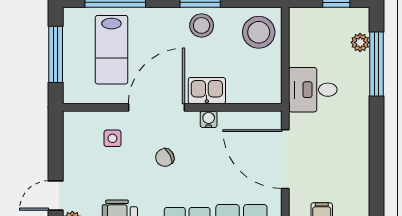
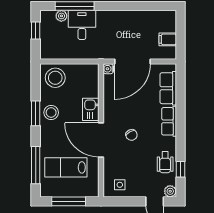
lab bench: (111, 50) -> (66, 167), turned 180
desk: (313, 90) -> (82, 25), moved, turned 180
water cooler: (209, 119) -> (108, 69), moved
side table: (112, 138) -> (120, 185), moved

